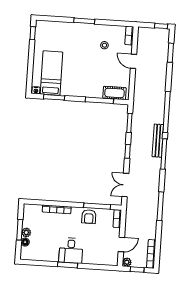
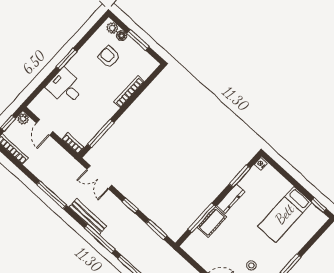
bed: (52, 73) -> (285, 214), moved, turned 90
dresser: (73, 92) -> (231, 199), added
cot: (114, 93) -> (212, 222), moved
bench: (158, 141) -> (88, 216), moved
double door: (125, 185) -> (99, 177), swing flipped
armchair: (89, 217) -> (109, 57), moved
plant: (26, 233) -> (112, 28), moved
desk: (71, 251) -> (65, 87), moved

